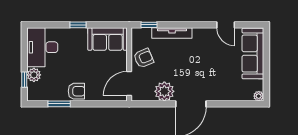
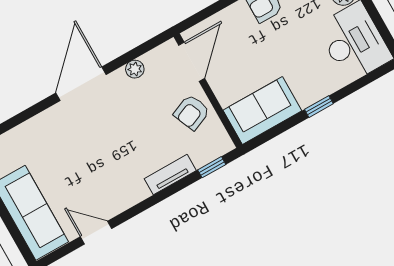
tv unit: (172, 33) -> (170, 175), width x0.71
plant: (164, 91) -> (135, 69), width x0.53, depth x0.53

